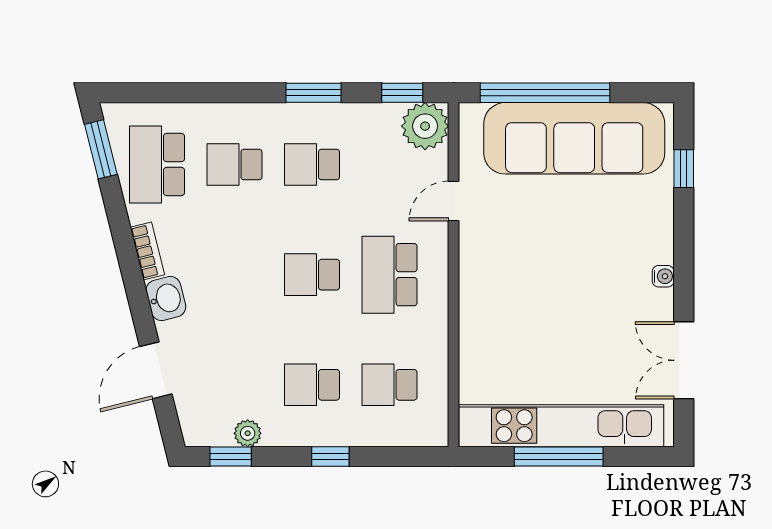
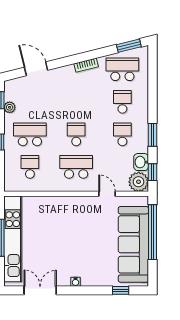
washbasin: (166, 298) -> (141, 162), moved, turned 104
school desk: (312, 385) -> (30, 134), width x1.85

